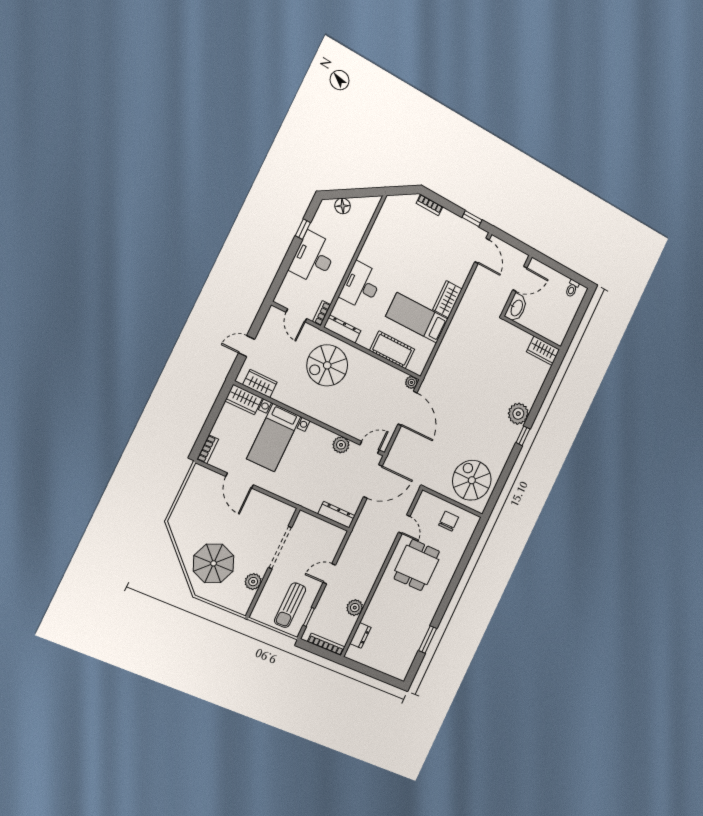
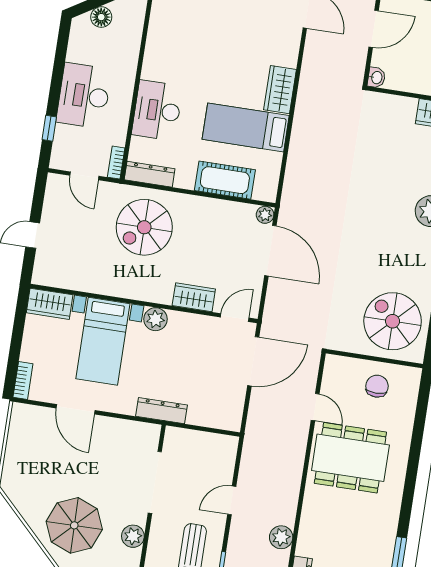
window: (303, 229) -> (49, 128), moved
washbasin: (516, 308) -> (376, 78), width x0.52, depth x0.69
wardrobe: (260, 383) -> (194, 297), moved
plant: (341, 445) -> (156, 319), moved
dresser: (336, 515) -> (161, 411), moved
dining table: (417, 565) -> (350, 458), width x1.38

